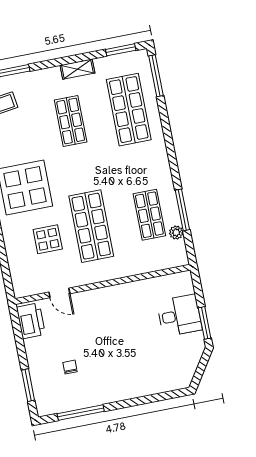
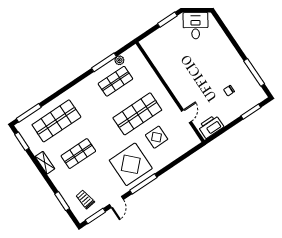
desk: (179, 316) -> (196, 26), moved, turned 33

